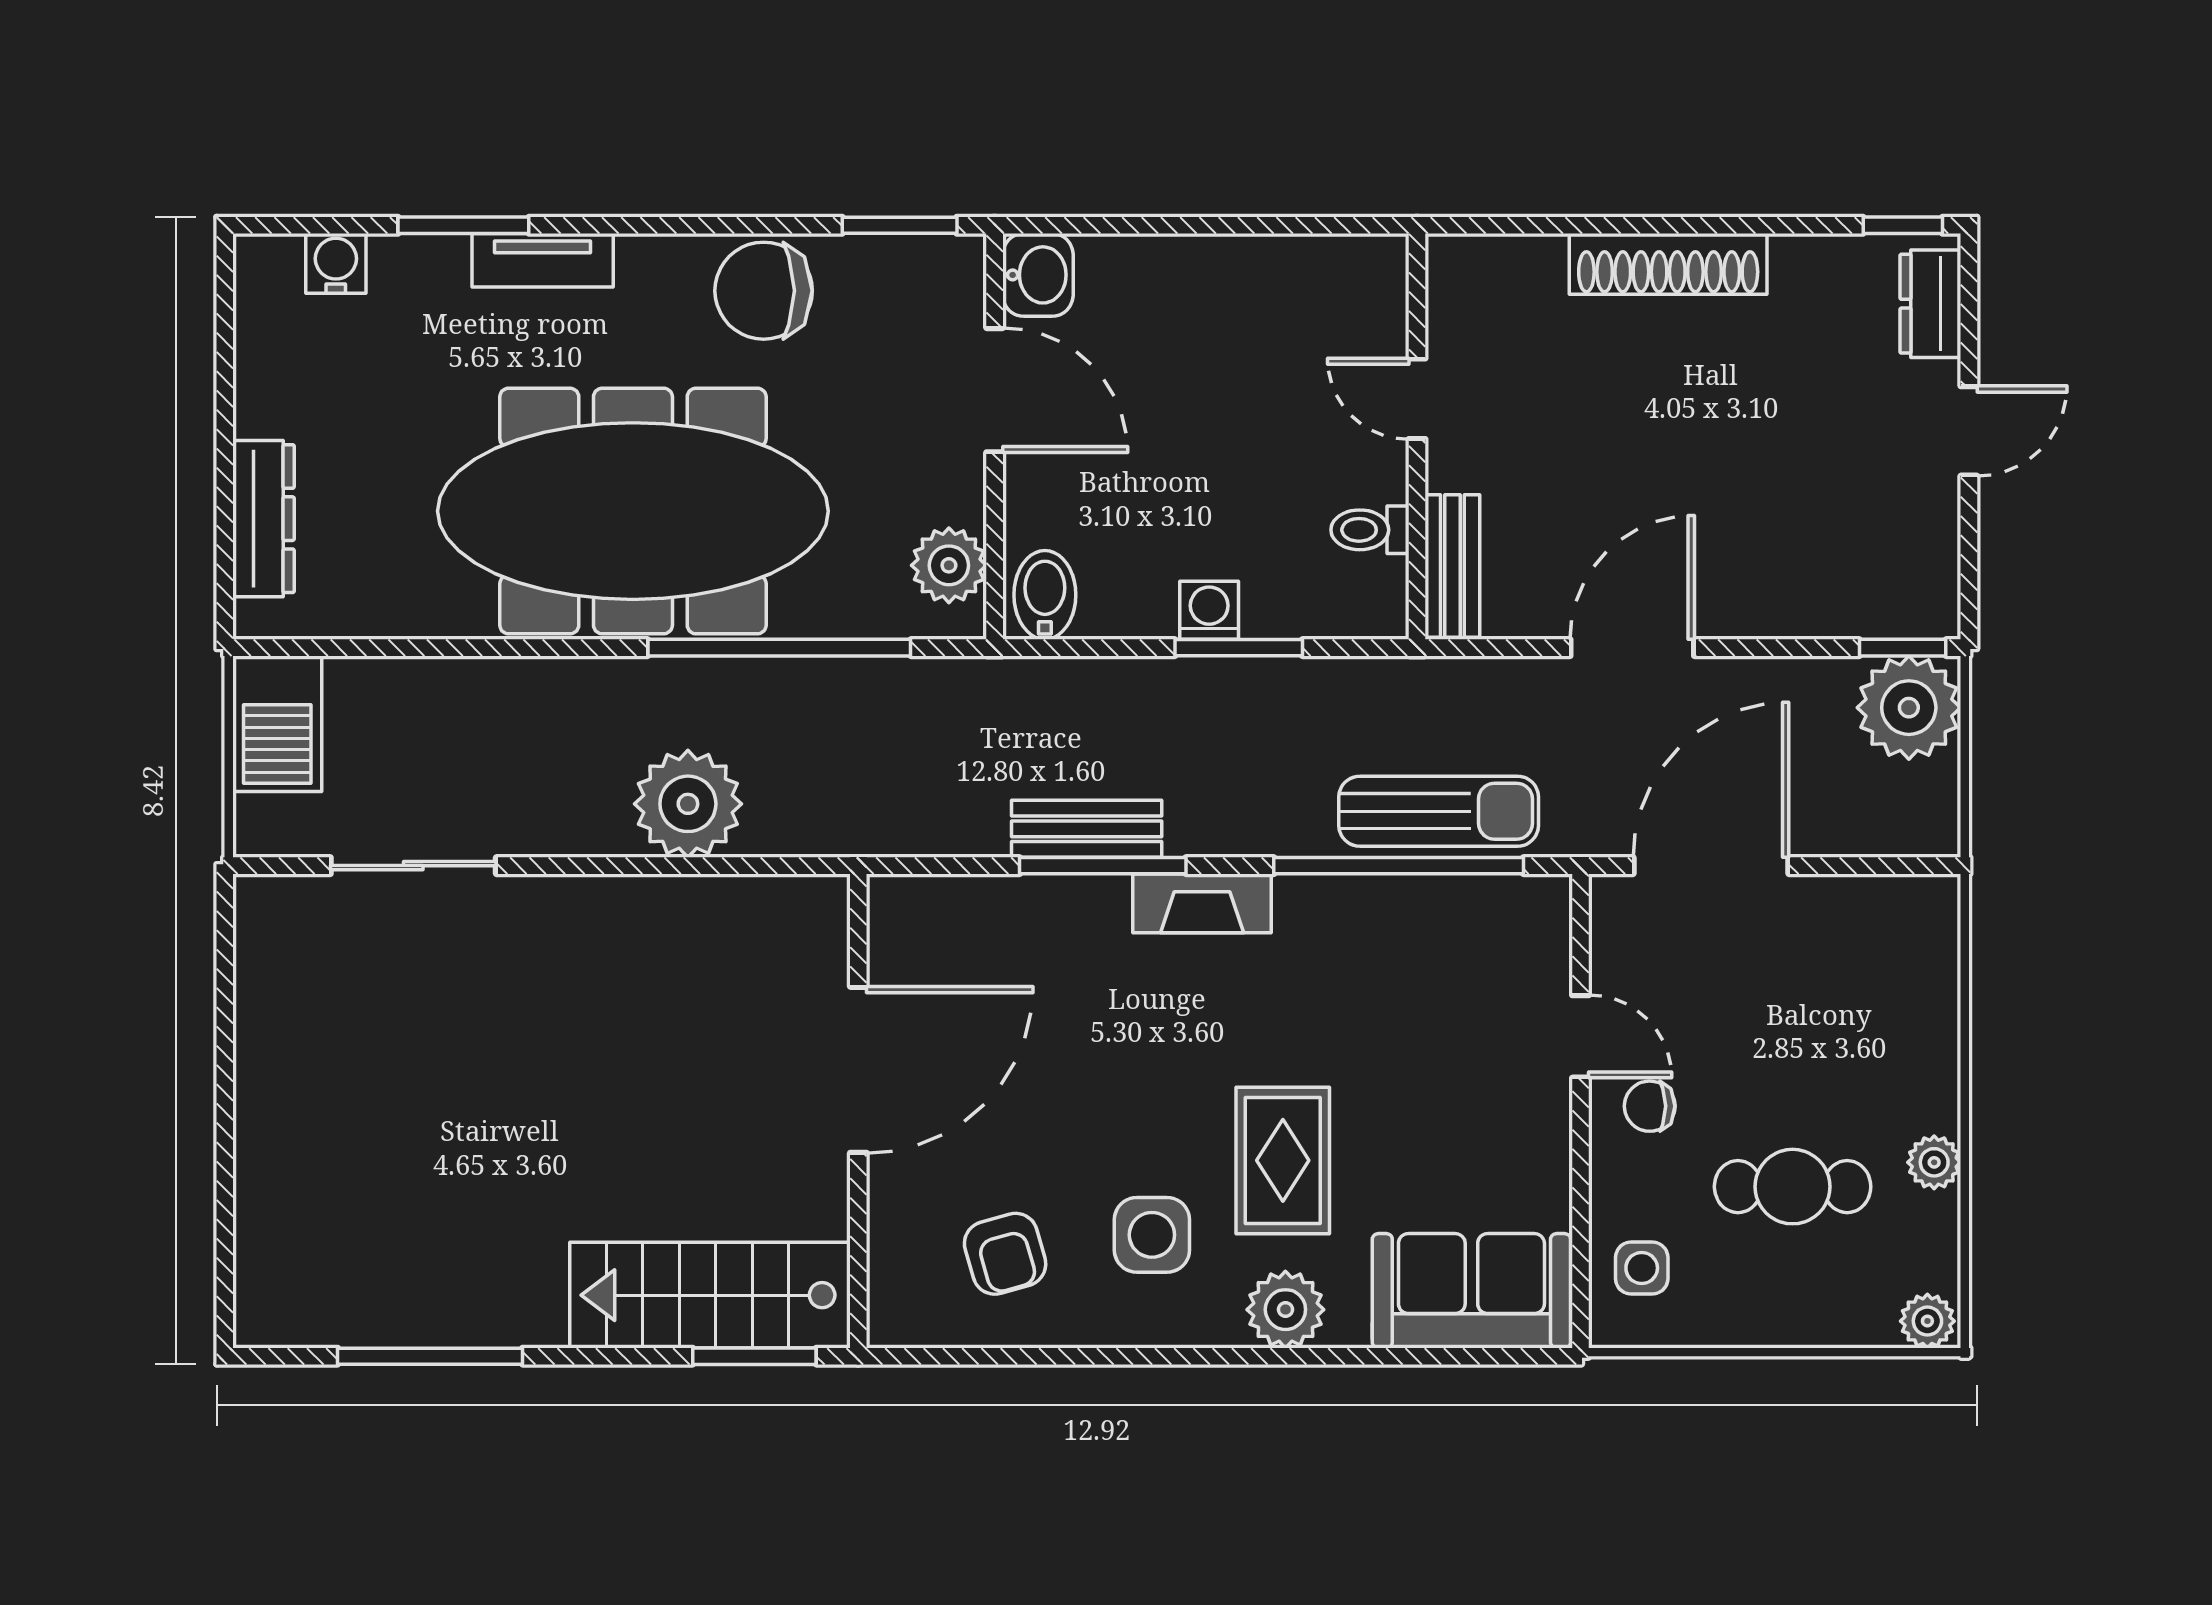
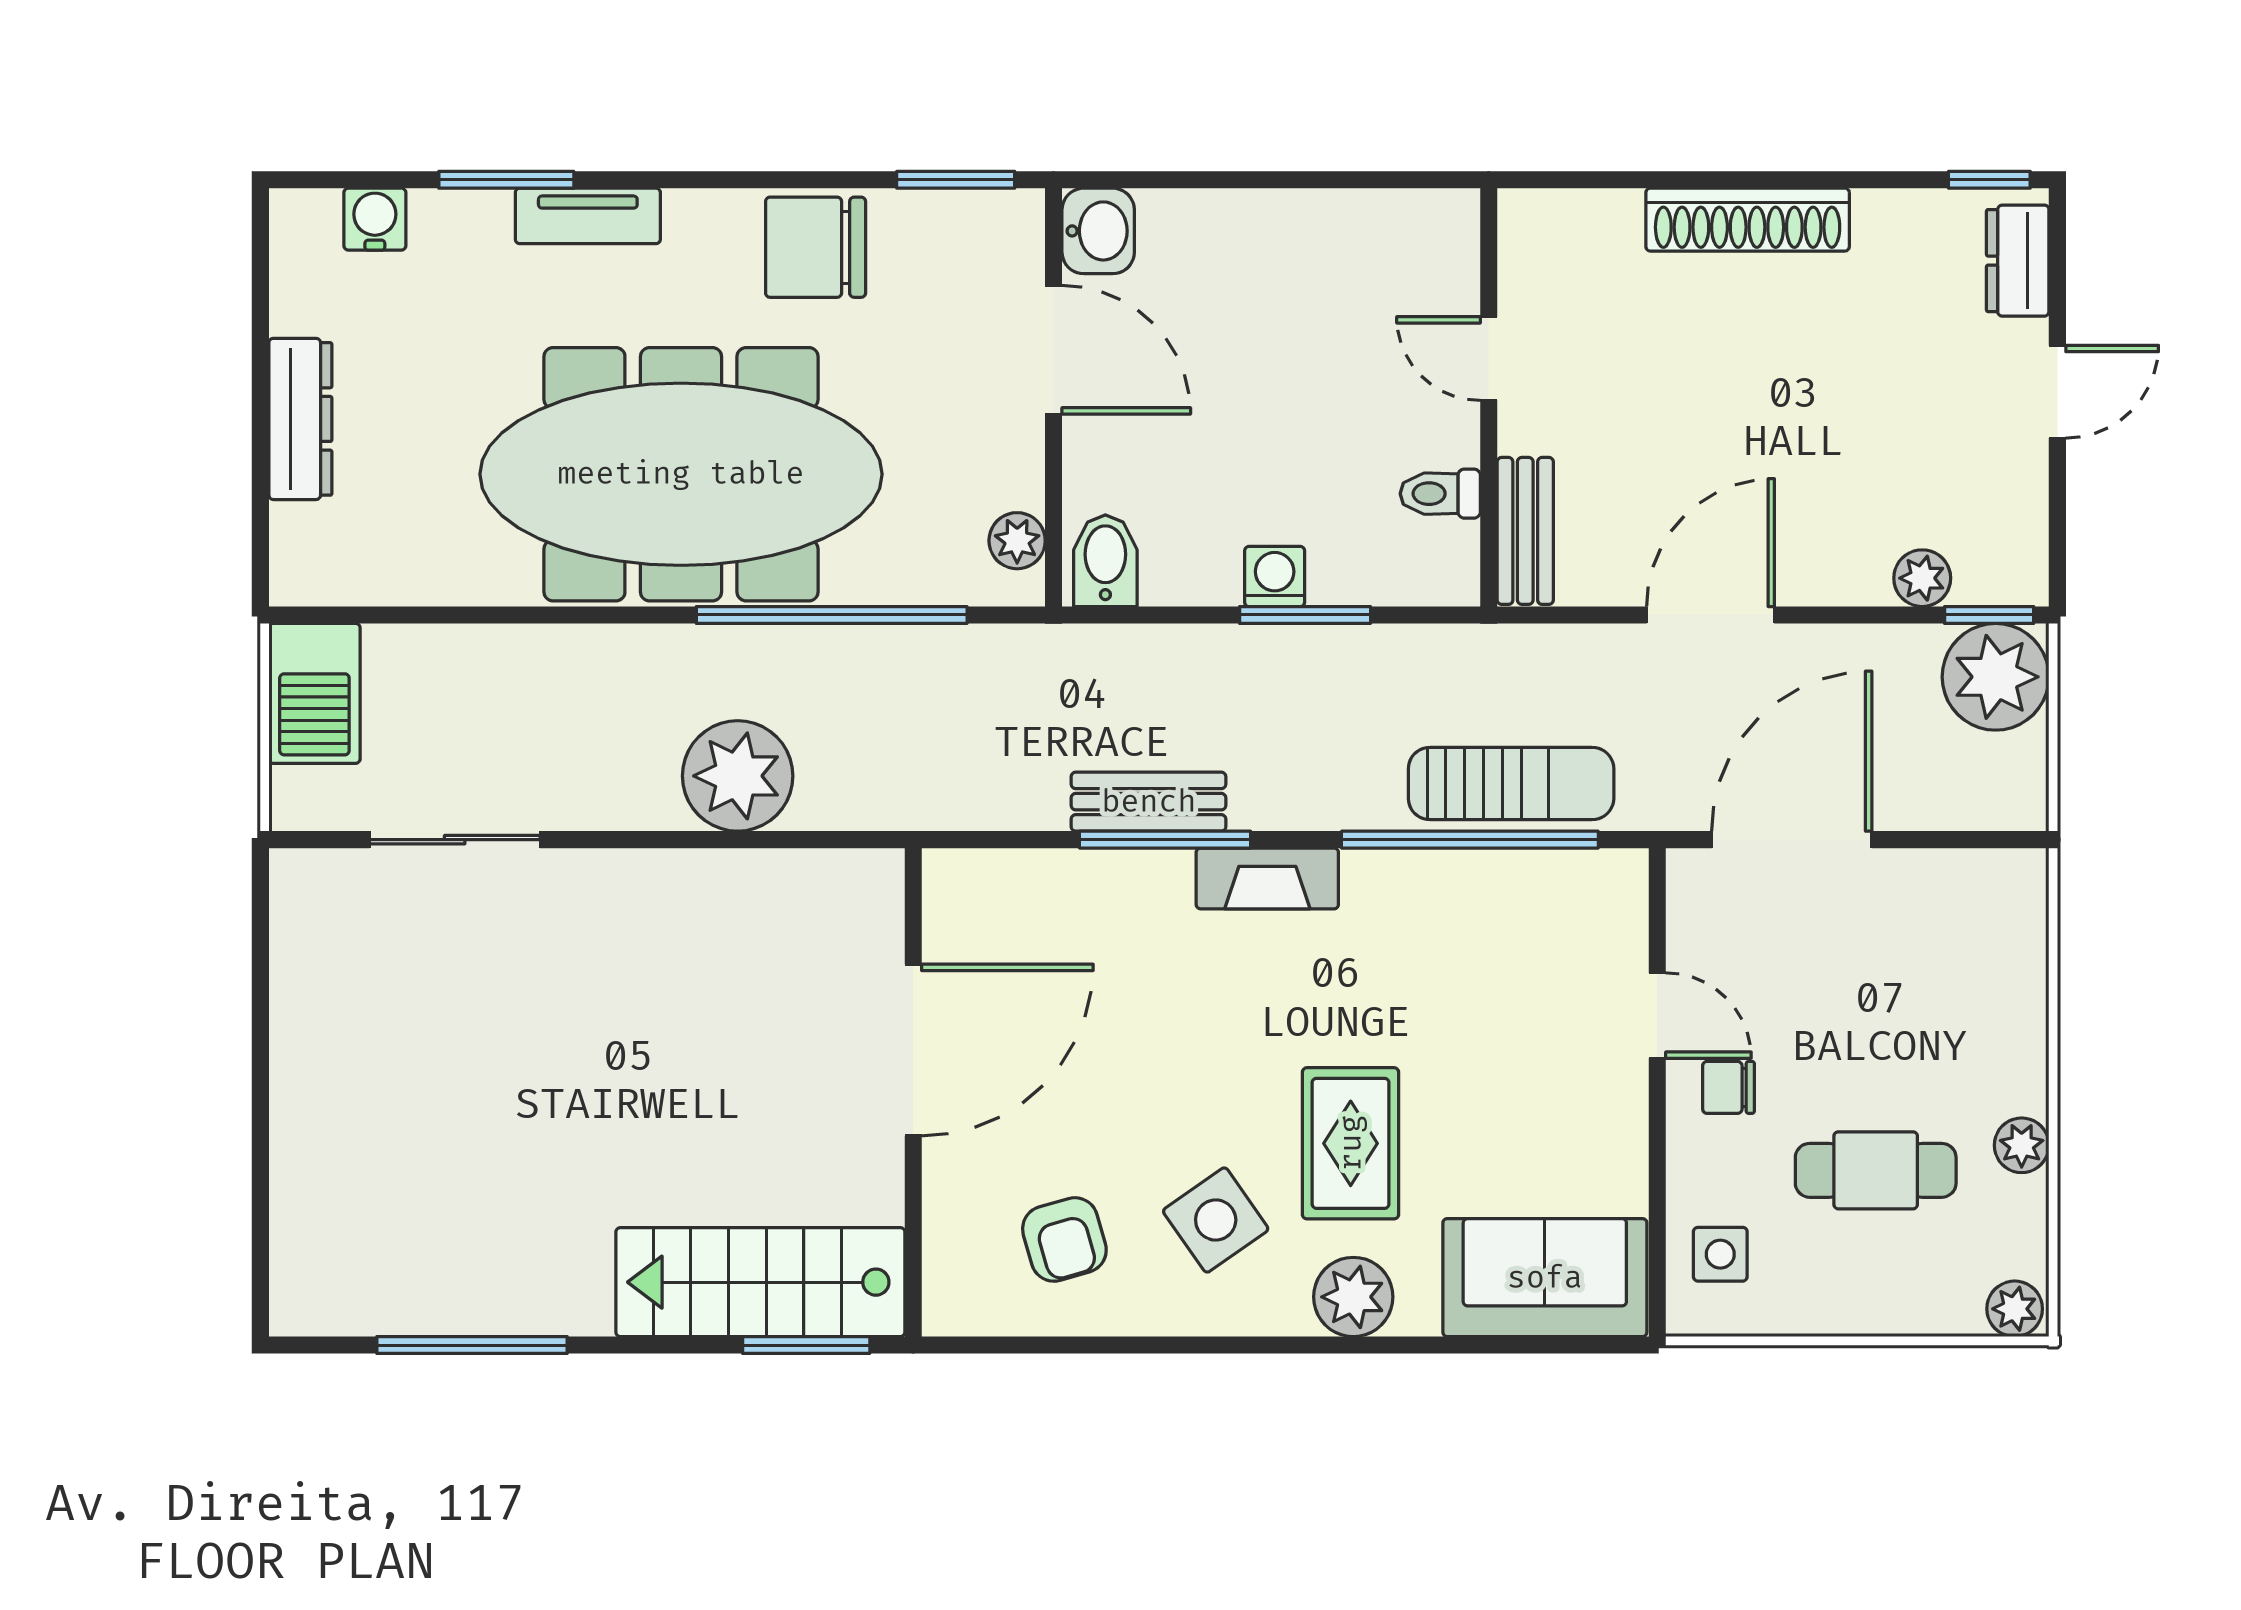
dresser: (263, 519) -> (300, 419), moved
plant: (949, 565) -> (1017, 541), width x0.73, depth x0.73
plant: (1838, 612) -> (1922, 578), added
side table: (1152, 1235) -> (1216, 1220), turned -35

